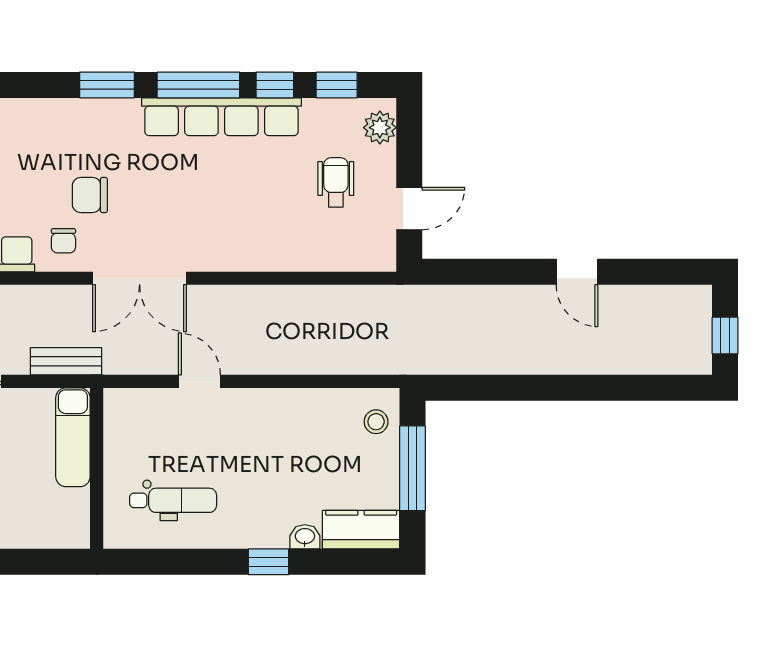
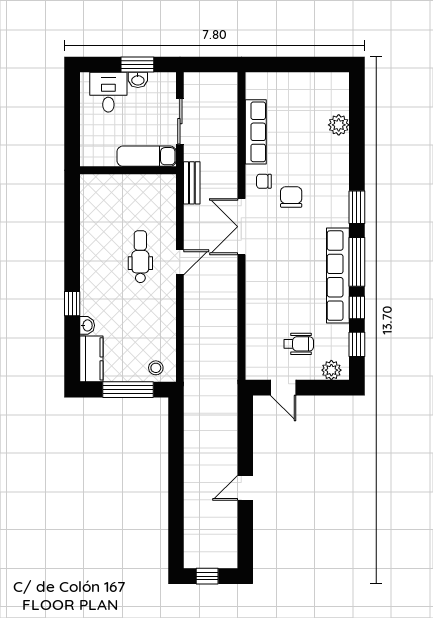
exam couch: (73, 437) -> (147, 156), moved
wall: (97, 468) -> (128, 170), moved
dental chair: (173, 500) -> (140, 257), moved, turned 180

